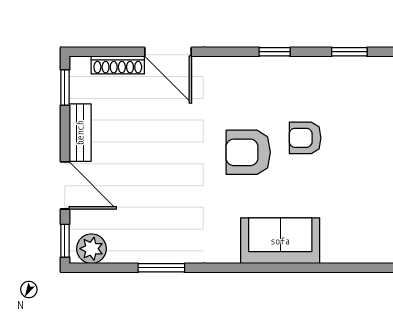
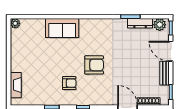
armchair: (305, 138) -> (69, 83), moved
sofa: (280, 241) -> (62, 28), moved
dresser: (138, 252) -> (140, 23), added

